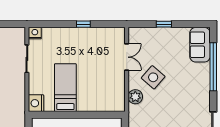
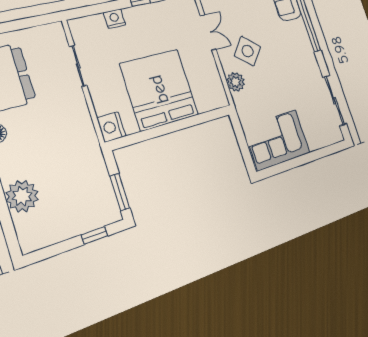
nightstand: (35, 33) -> (115, 19), moved
bed: (65, 88) -> (159, 89), width x2.04

